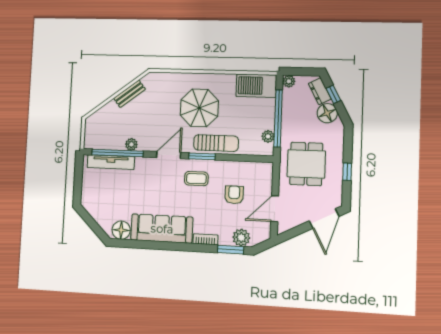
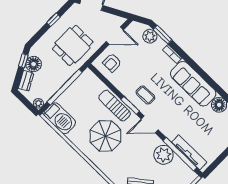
window: (333, 94) -> (23, 61), moved
plant: (268, 136) -> (80, 82), removed
plant: (131, 144) -> (164, 155), width x1.88, depth x1.88
armchair: (234, 195) -> (112, 63), moved

